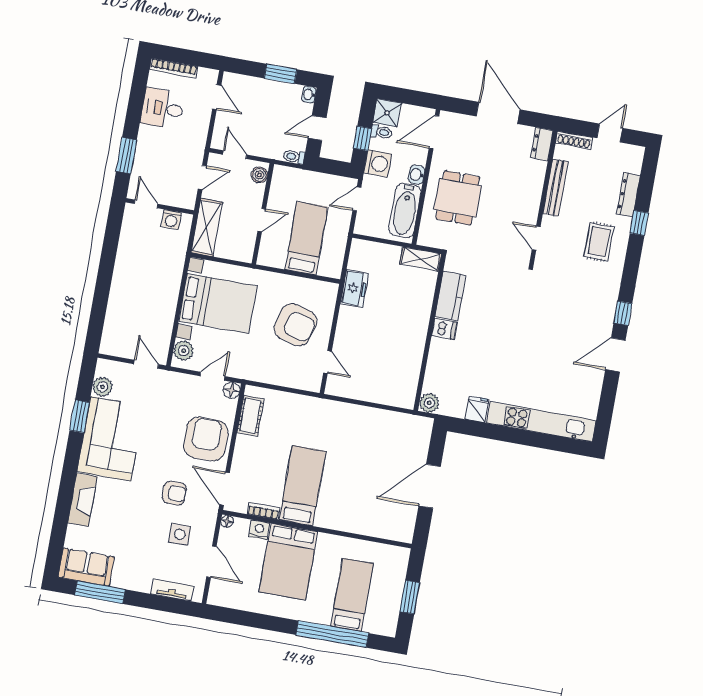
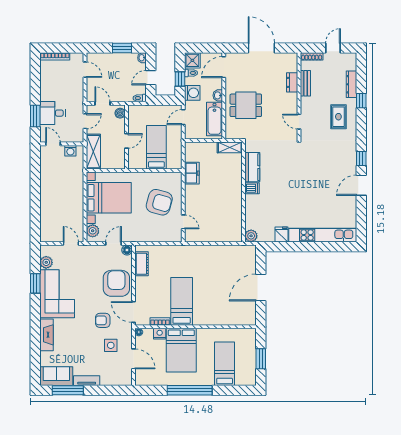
desk: (163, 108) -> (53, 113), moved
dresser: (542, 144) -> (292, 82), moved
bench: (555, 188) -> (305, 83), width x0.73
dining table: (458, 198) -> (246, 105), turned 90
armchair: (174, 493) -> (103, 320), turned 180
tv unit: (172, 590) -> (87, 381), moved
window: (332, 634) -> (190, 390), moved

